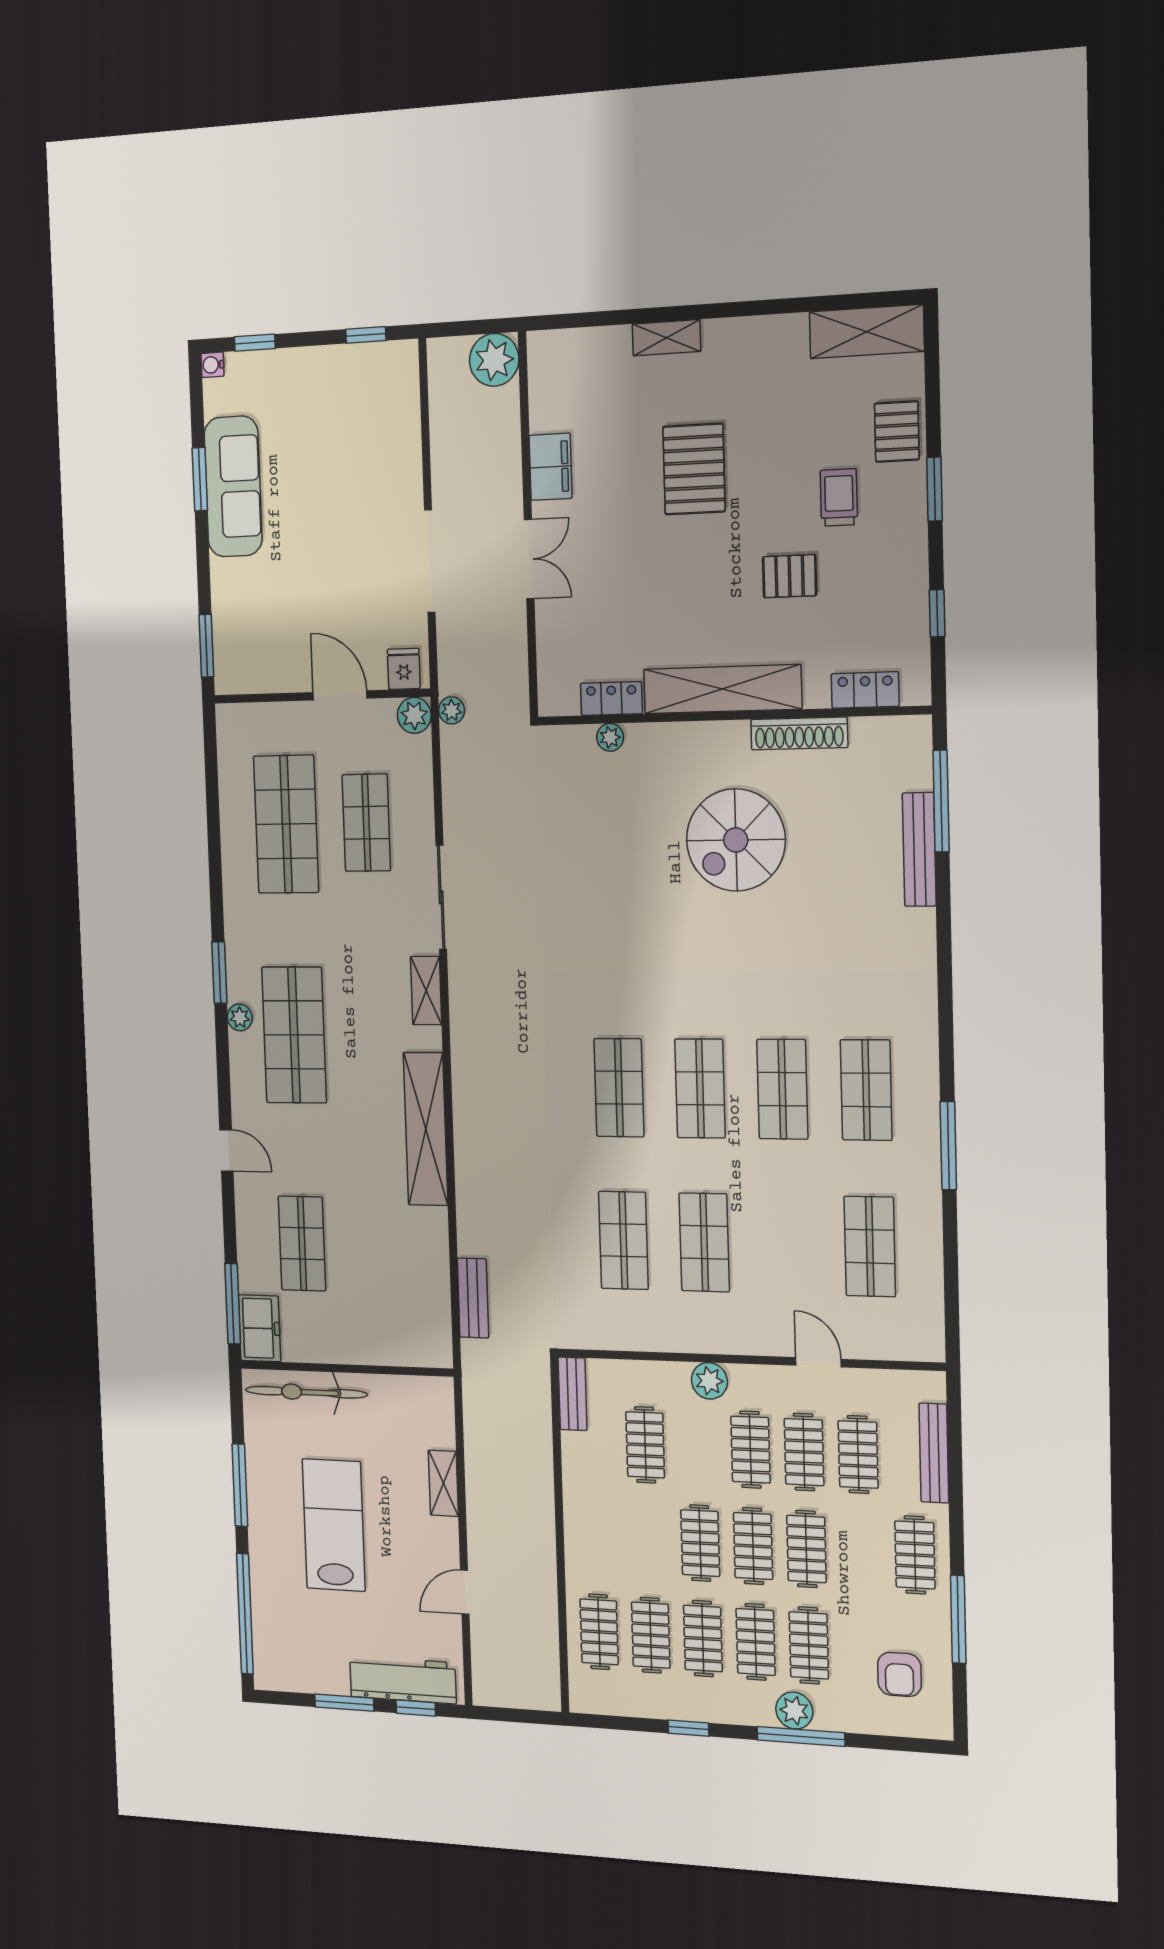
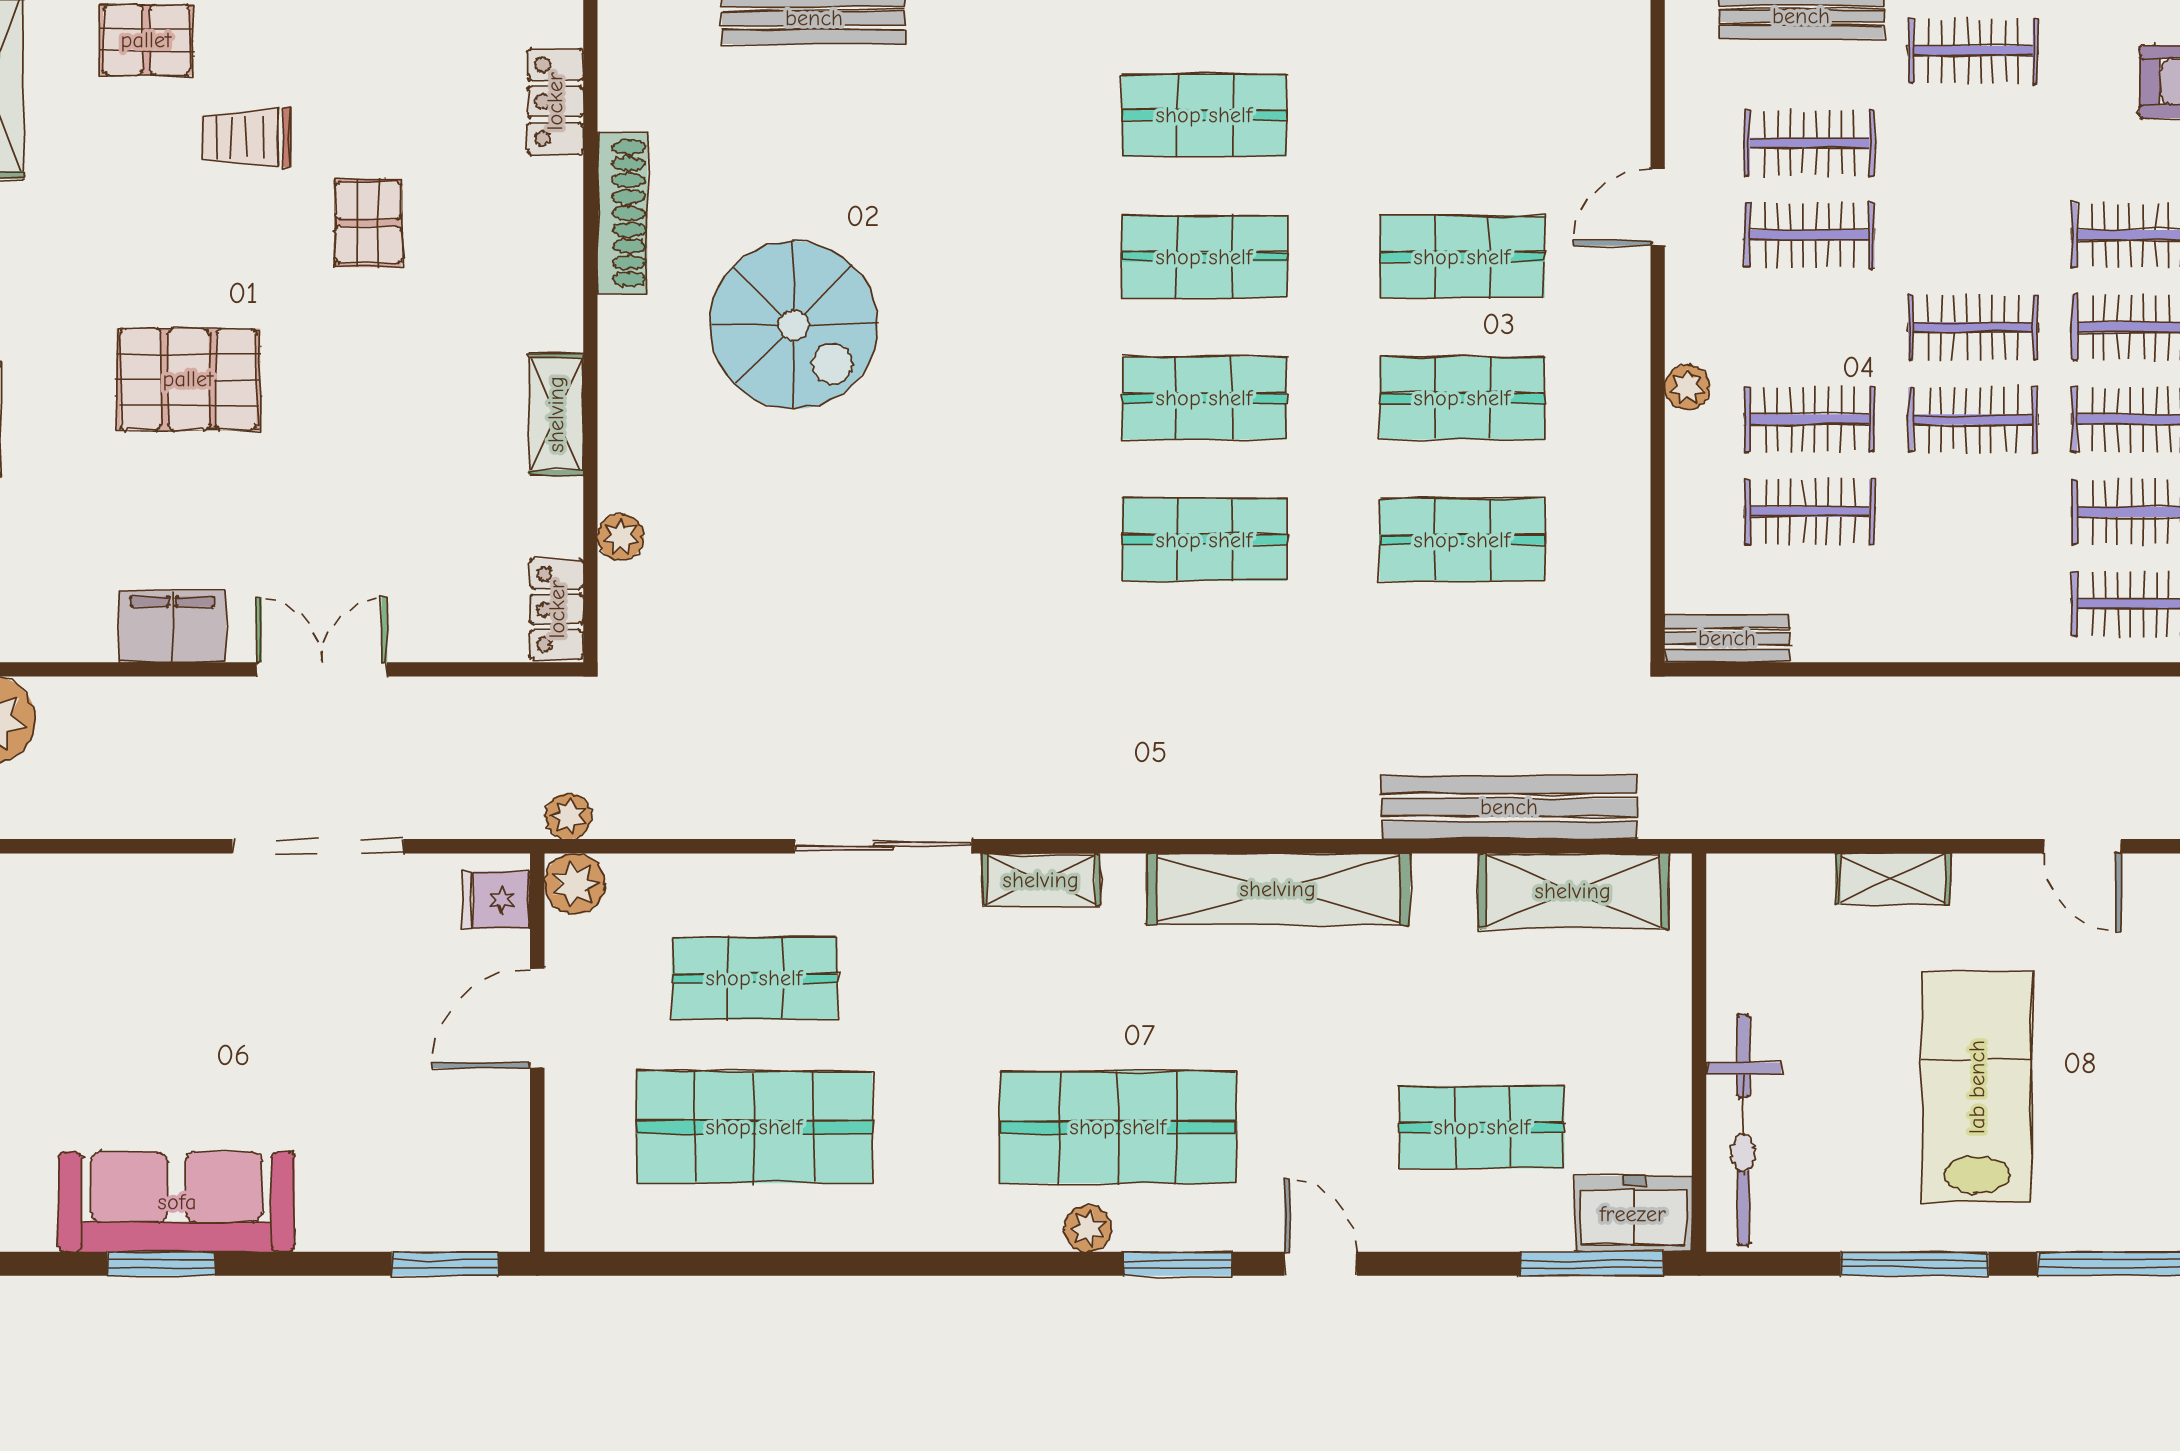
shelving: (722, 689) -> (556, 414), width x0.45, depth x0.75
locker: (611, 698) -> (557, 609), moved
window: (219, 972) -> (1178, 1264), moved
door: (226, 1150) -> (1321, 1264), hinge flipped
shop shelf: (870, 1246) -> (1462, 257), moved
bench: (473, 1298) -> (1509, 807), width x1.86, depth x1.21
shelving: (430, 1300) -> (1573, 891), added
plant: (709, 1381) -> (1687, 387), width x0.73, depth x0.73
clothes rail: (750, 1450) -> (1809, 420), moved
lab bench: (334, 1525) -> (1977, 1087), turned 90
clothes rail: (806, 1549) -> (1973, 235), removed

